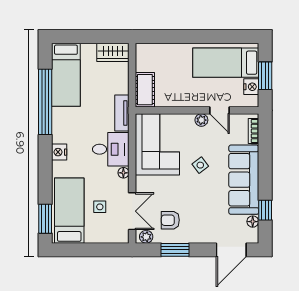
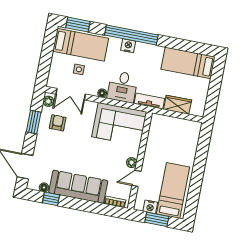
wardrobe: (113, 52) -> (178, 105), moved, turned 90
cot: (145, 90) -> (164, 123), removed
window: (45, 102) -> (131, 35), moved
side table: (200, 165) -> (96, 155), removed

